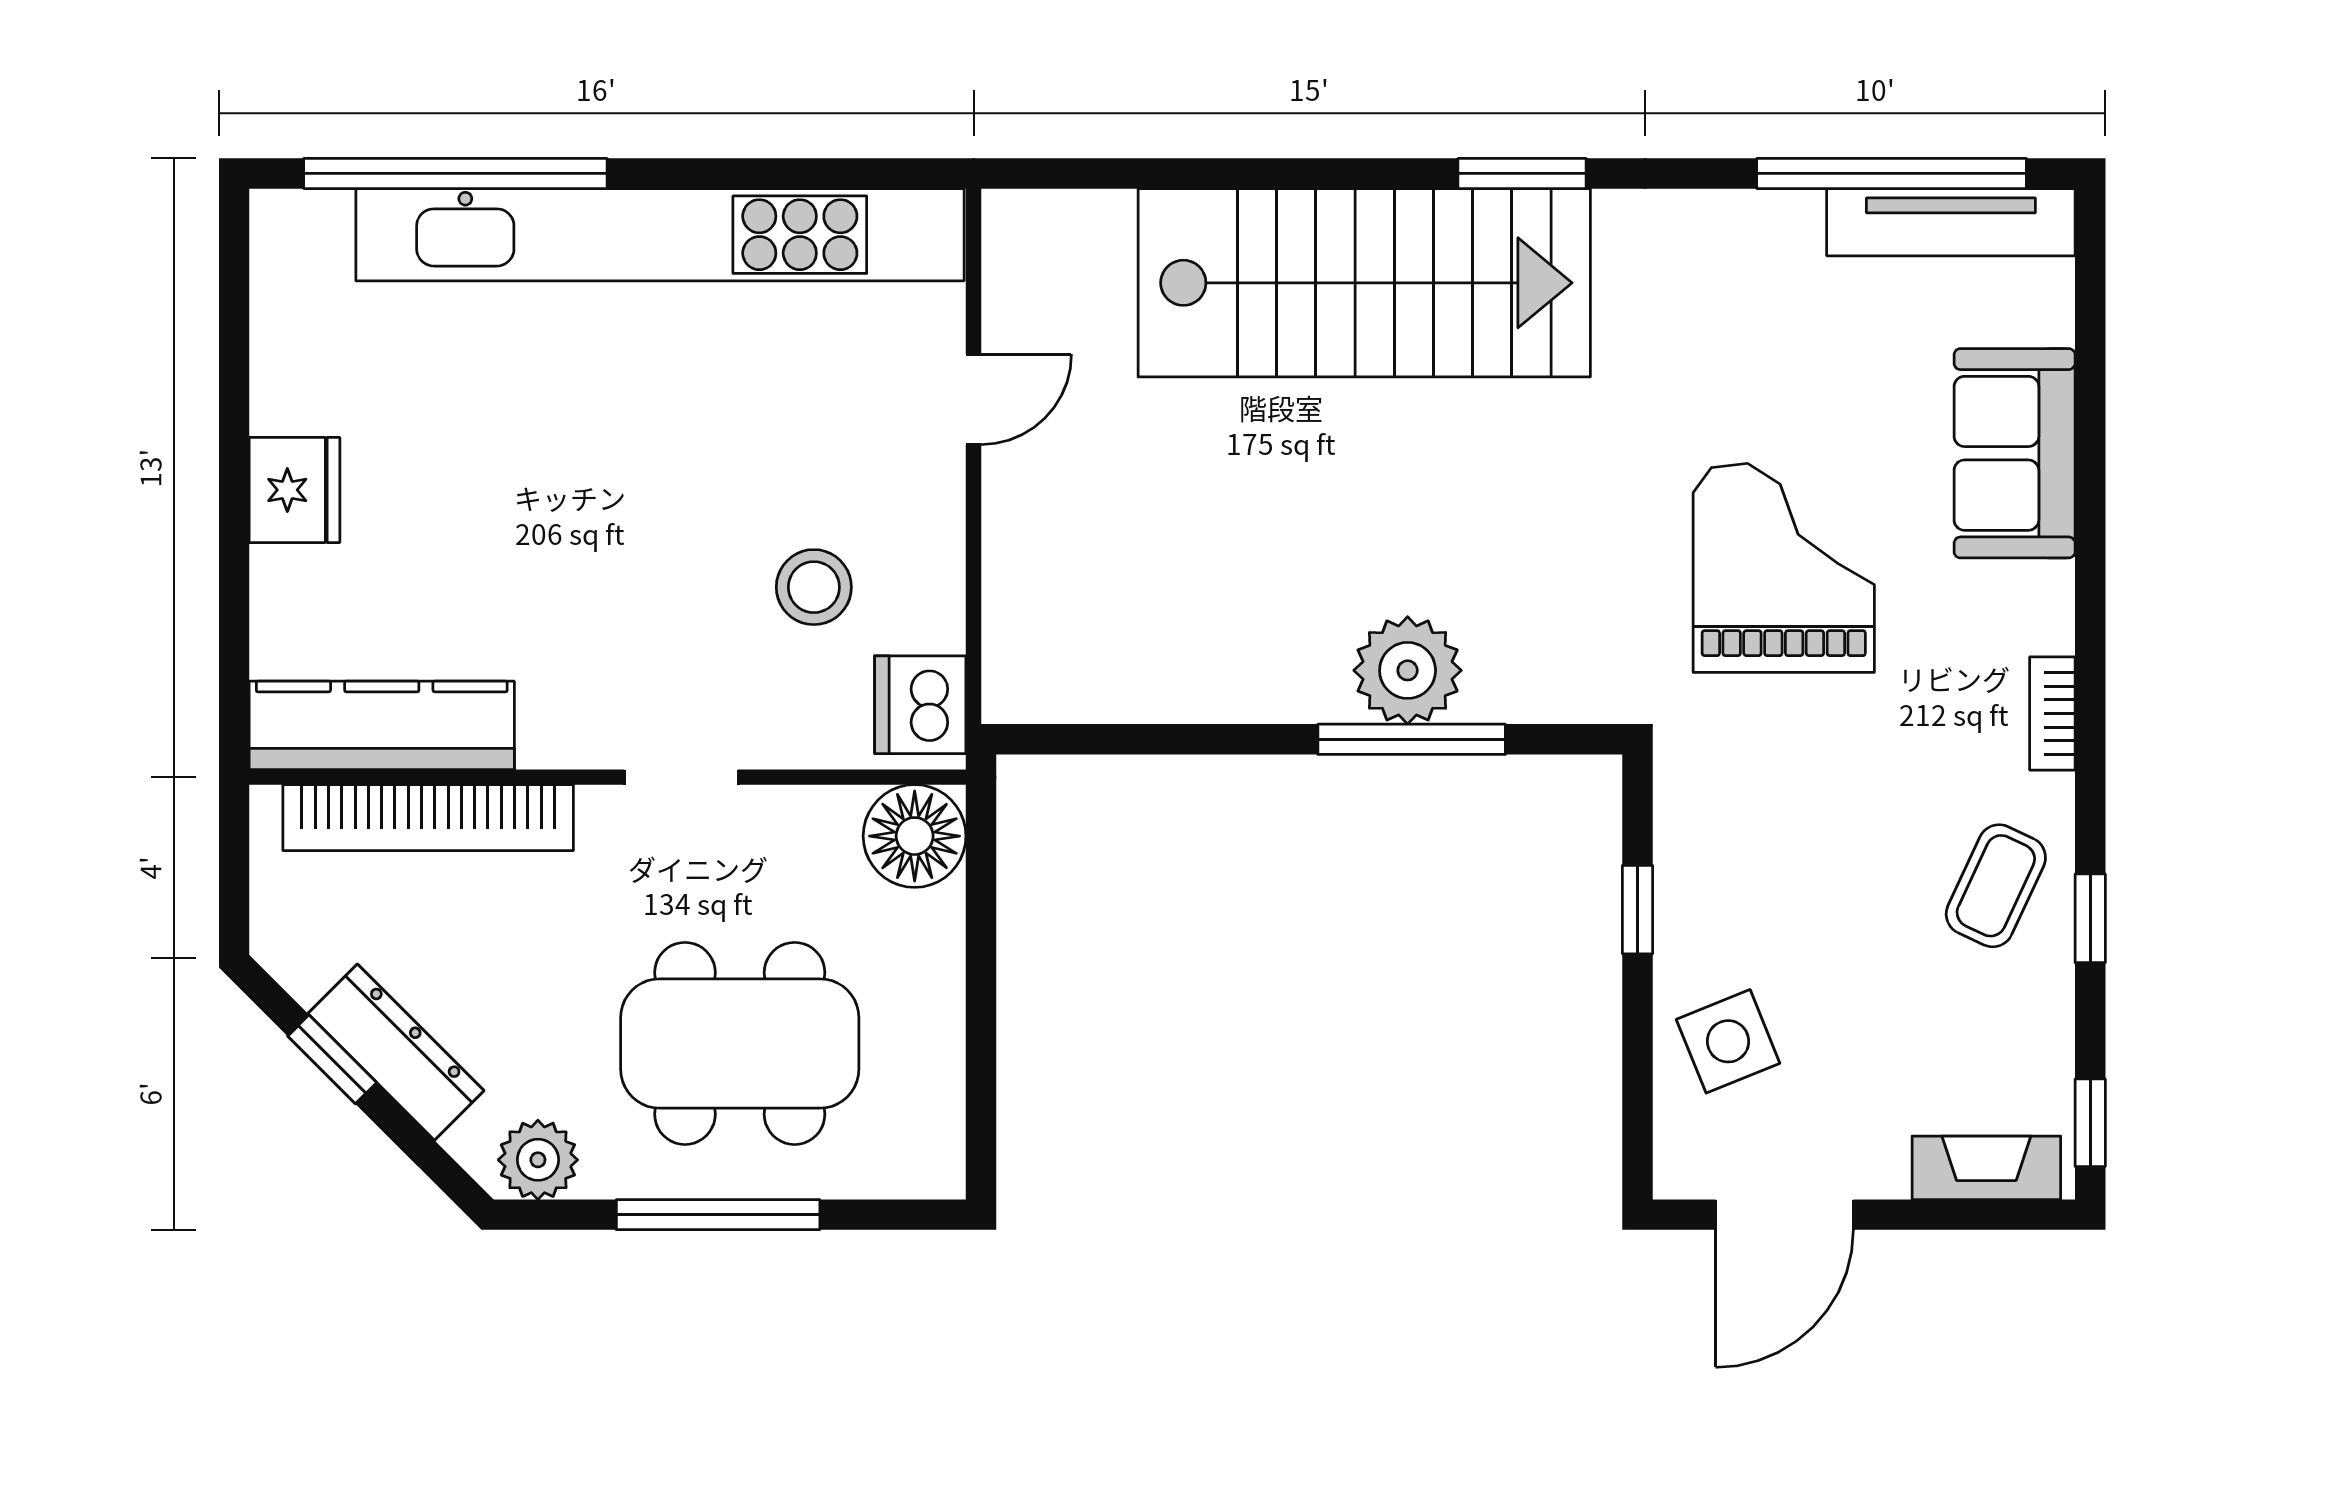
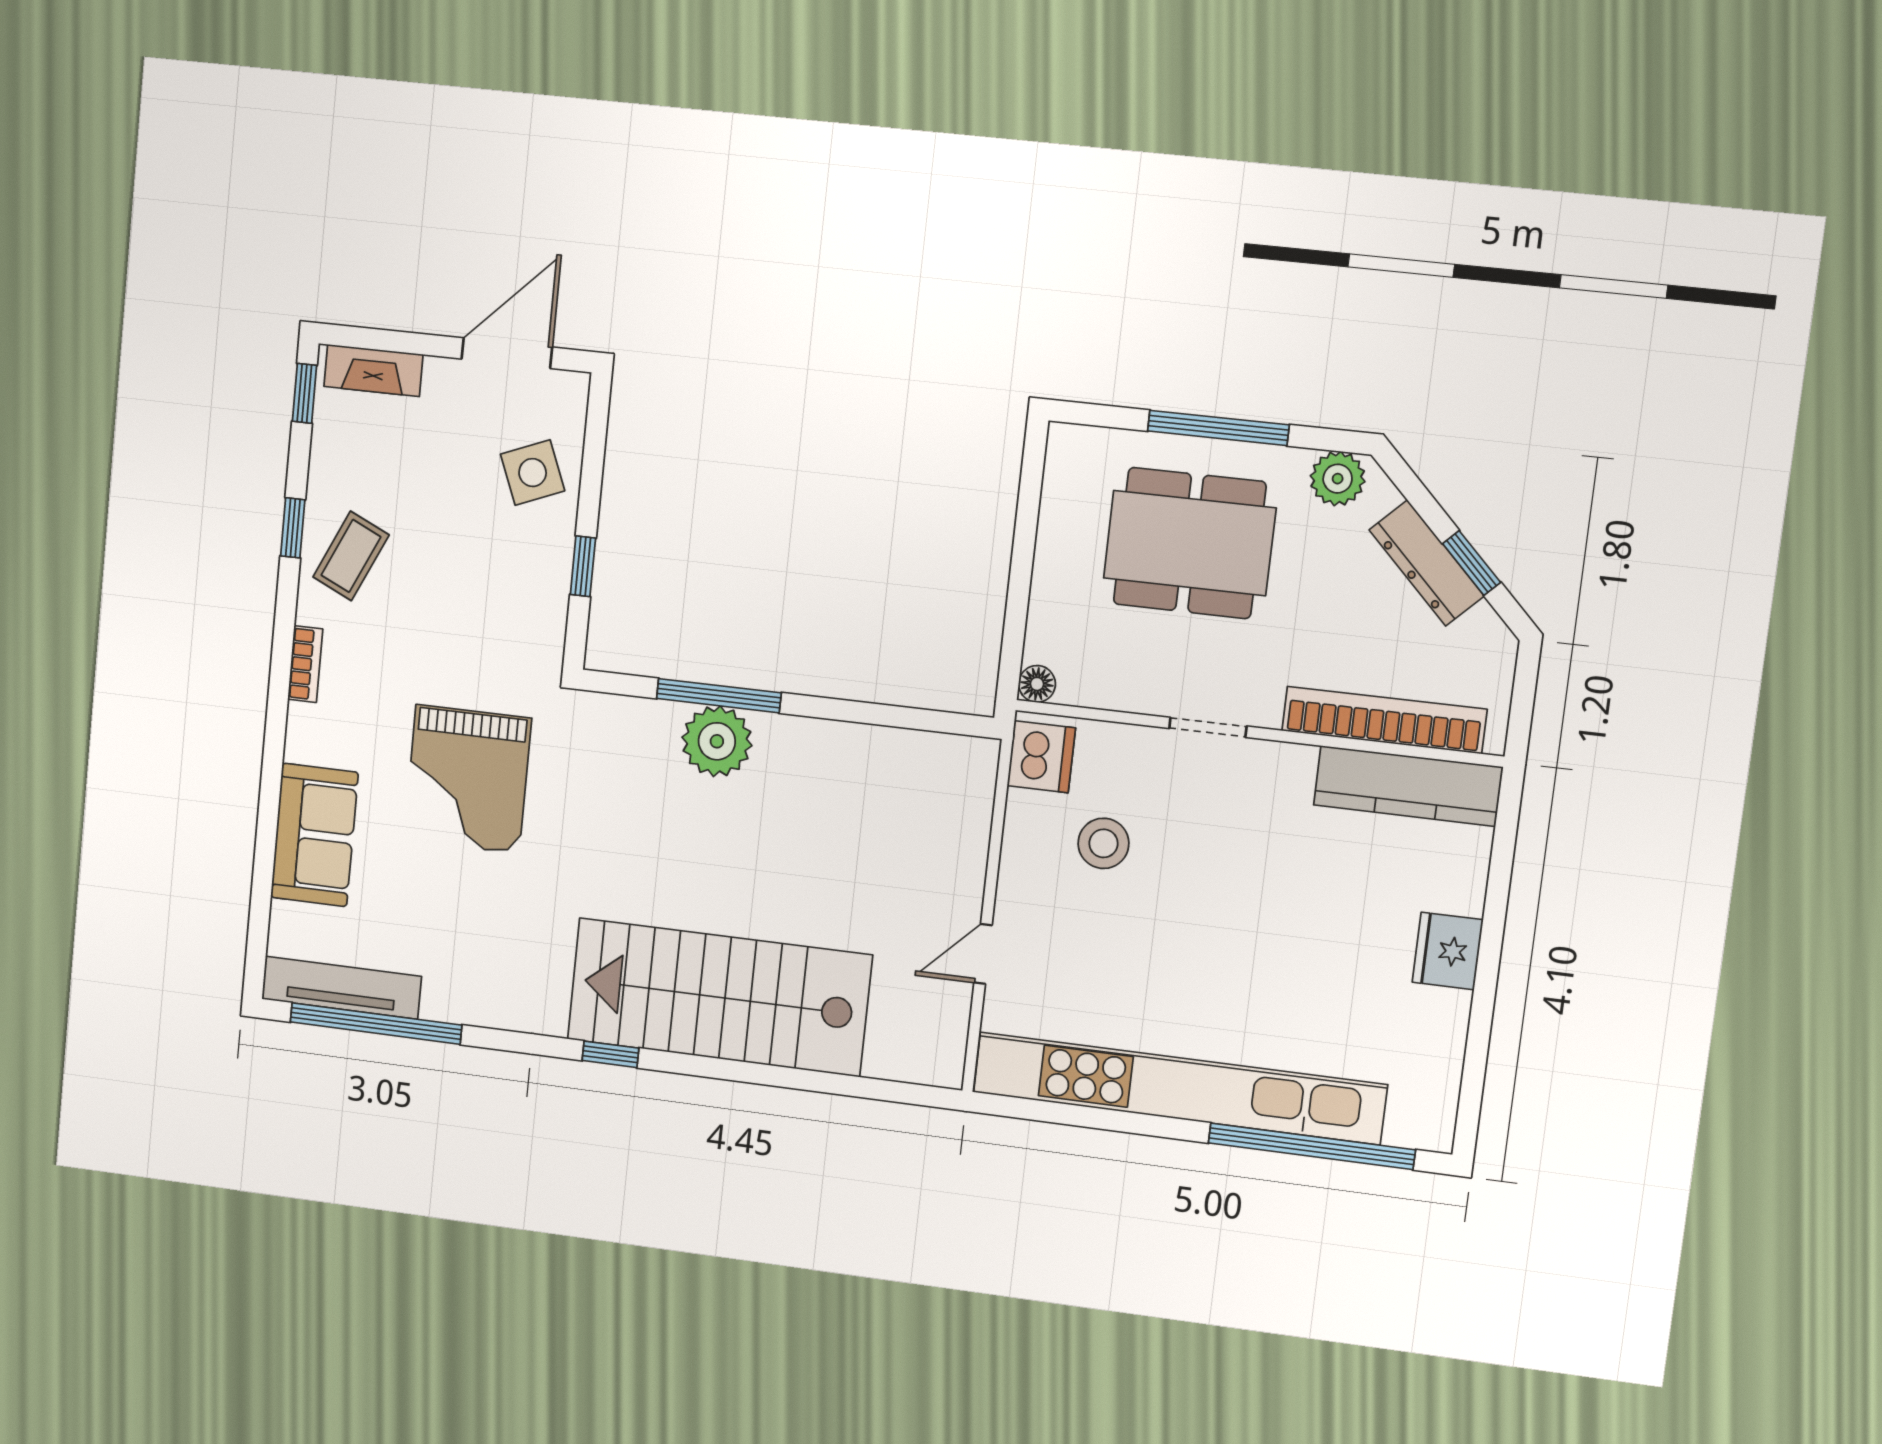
window: (1522, 173) -> (610, 1054), width x0.67
floor lamp: (915, 836) -> (1037, 684), width x0.53, depth x0.53

